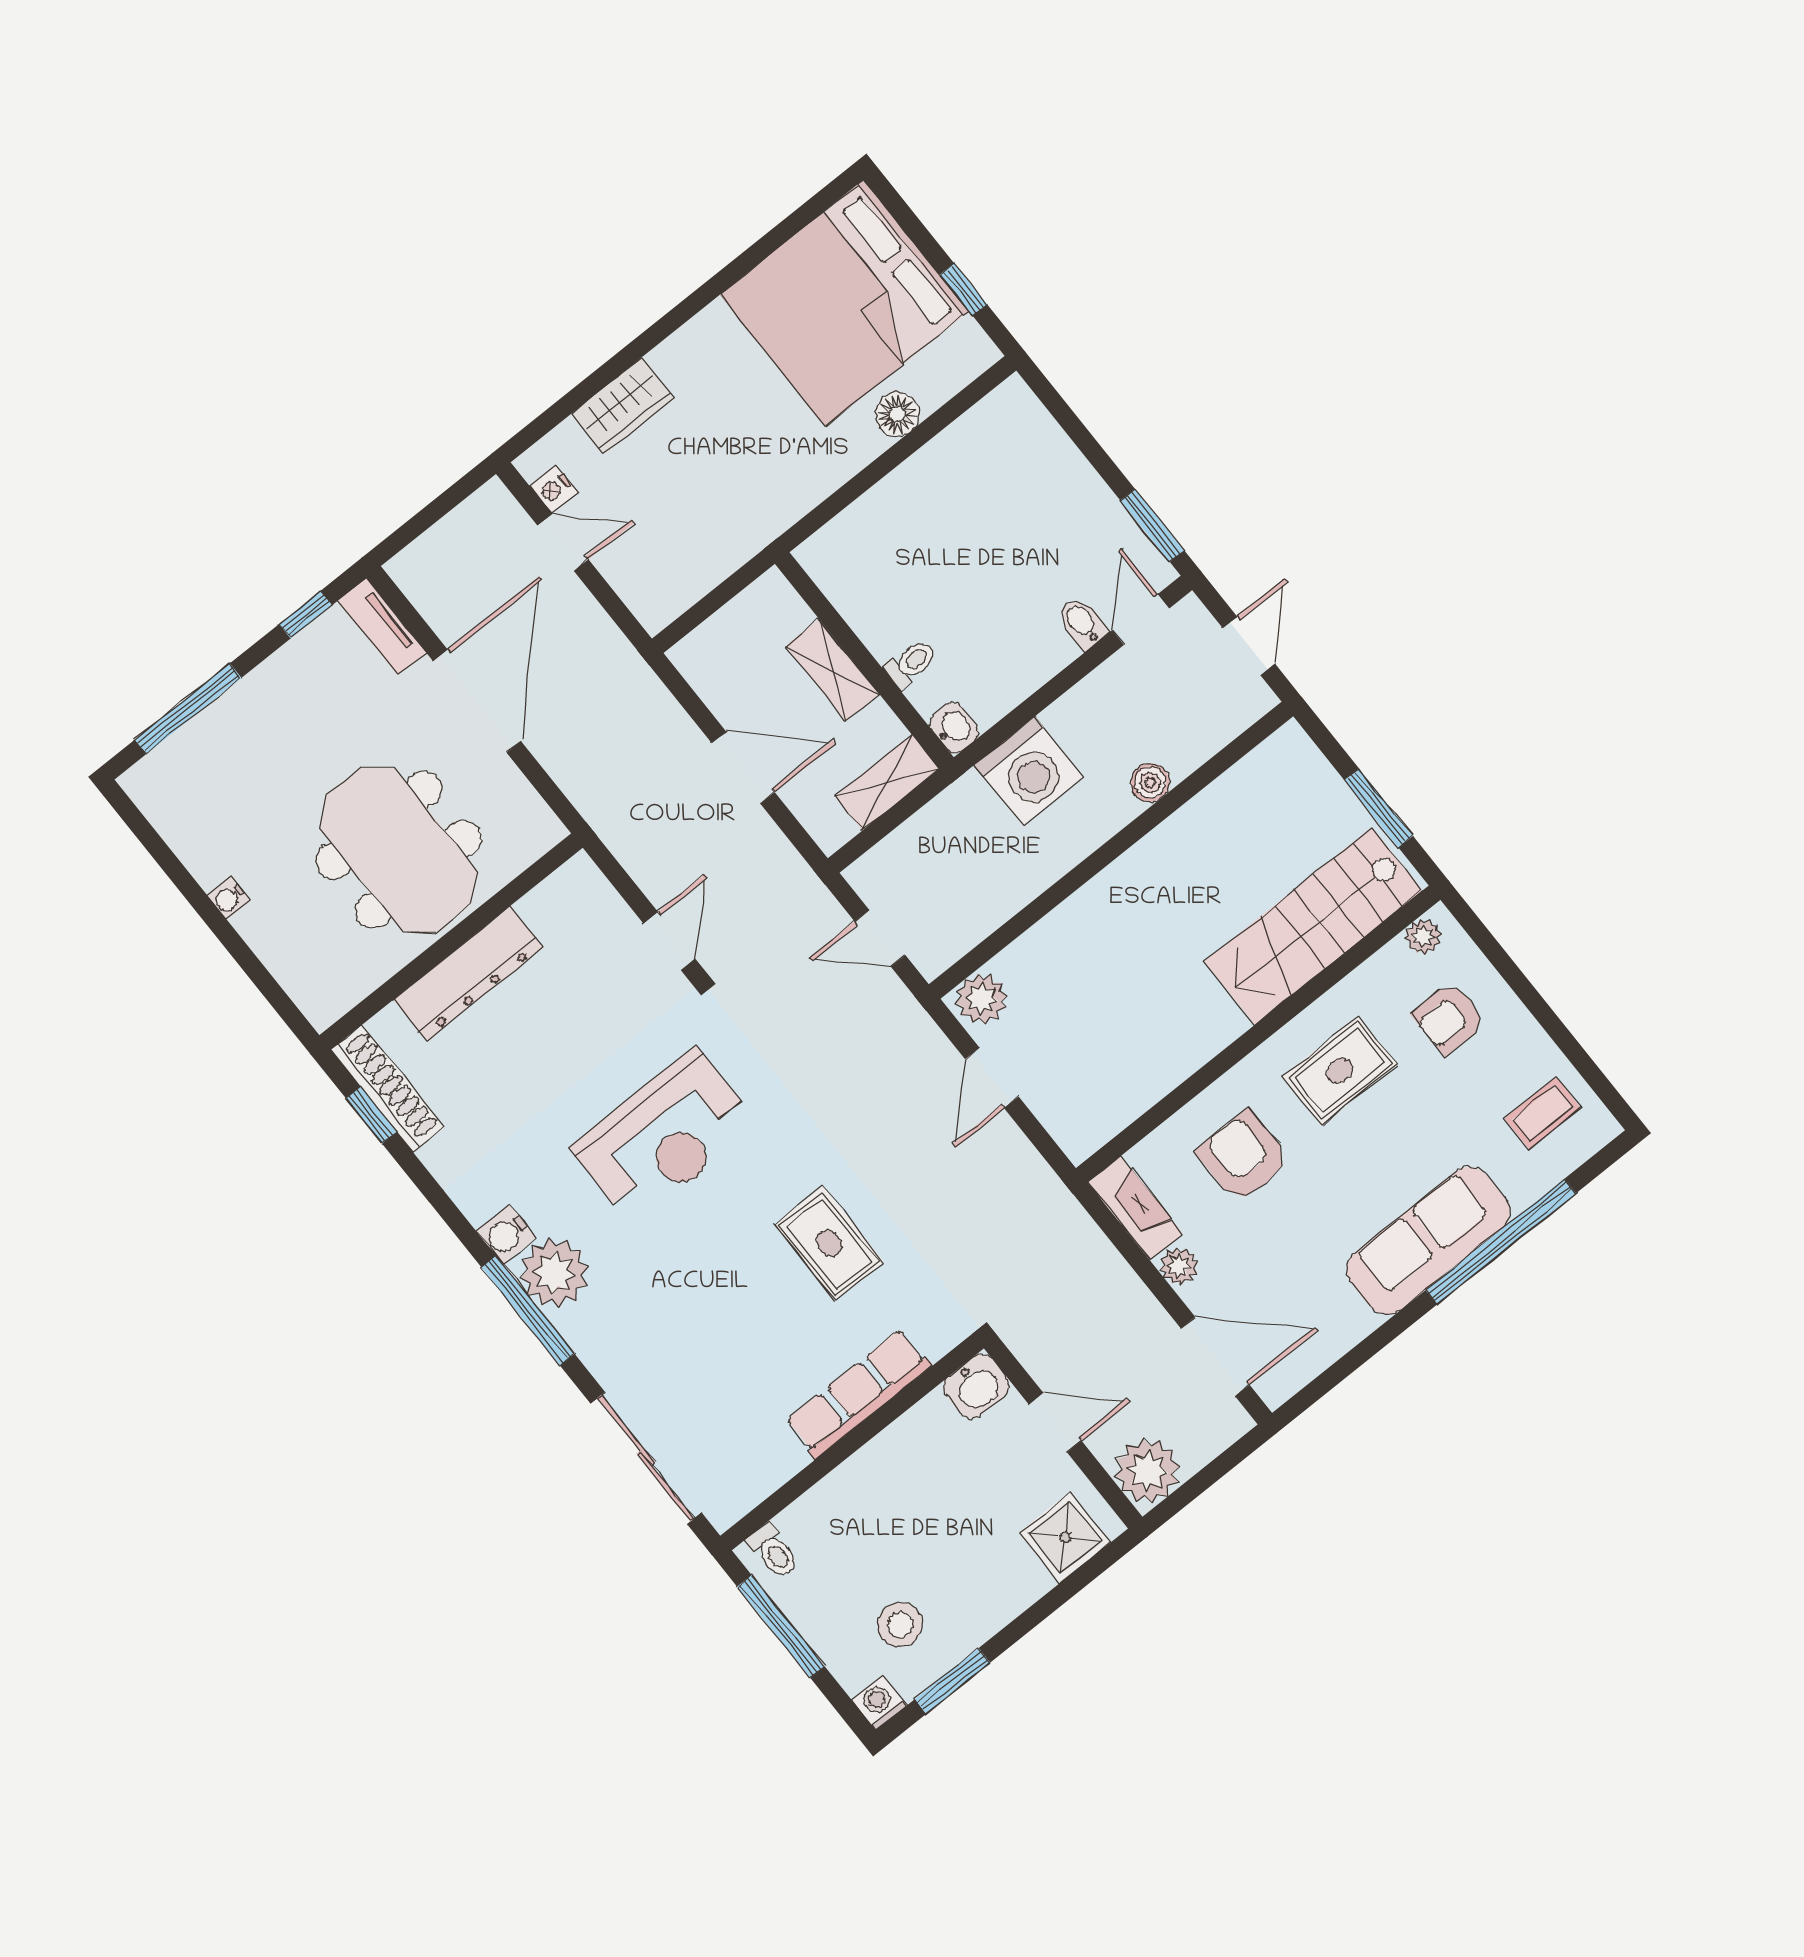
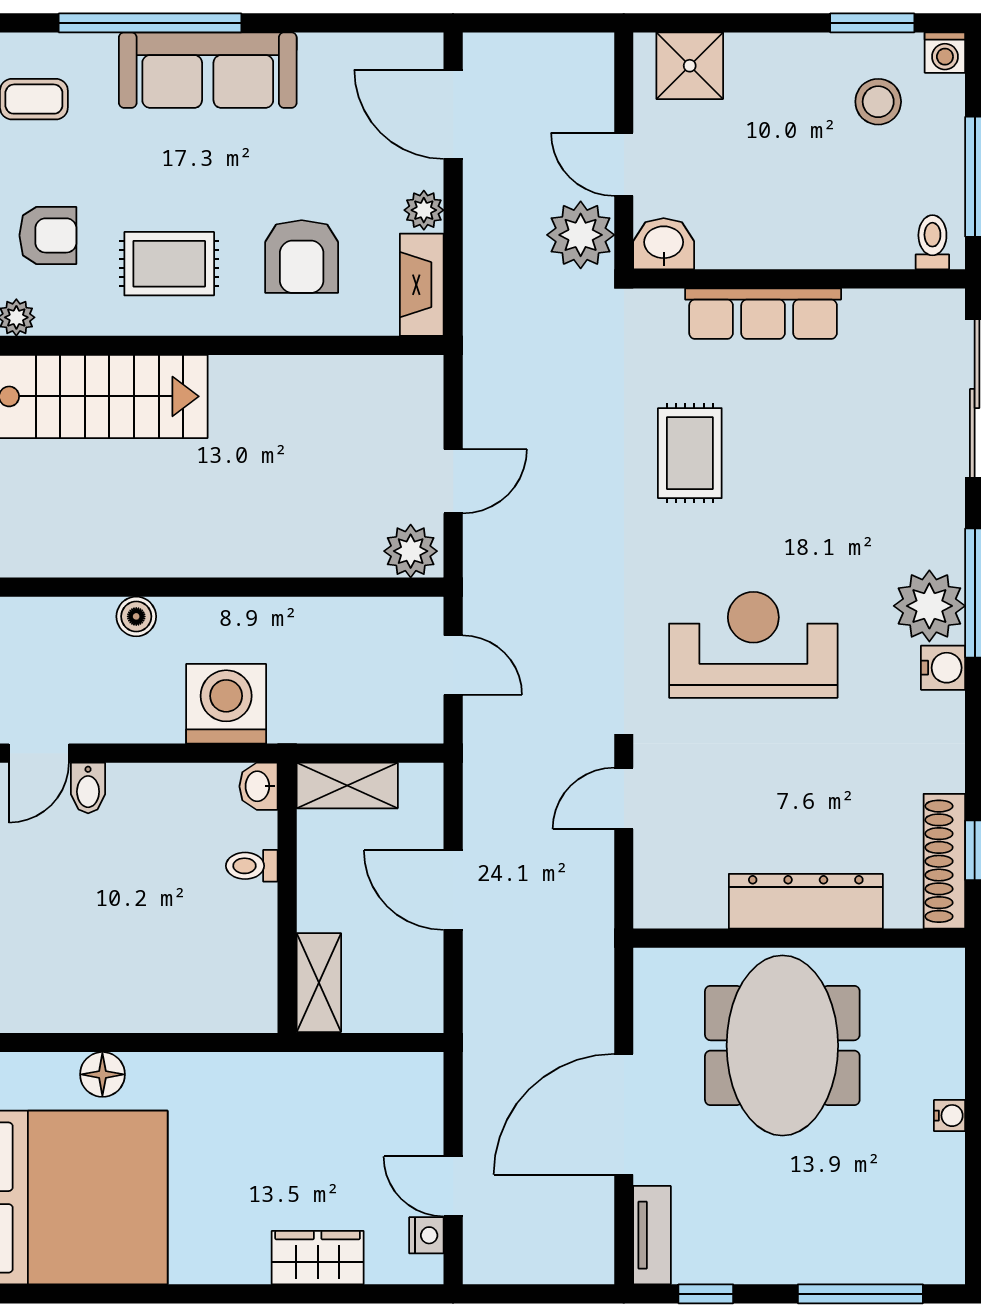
shelving: (832, 670) -> (319, 983), moved
plant: (1148, 1471) -> (581, 235), moved

